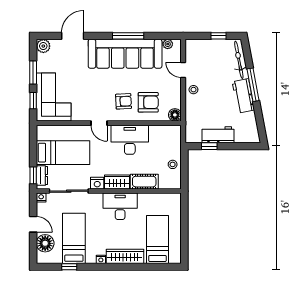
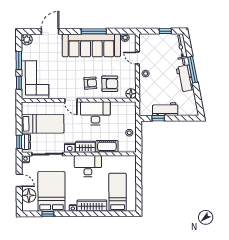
bed: (74, 238) -> (51, 191), width x1.50

